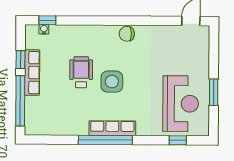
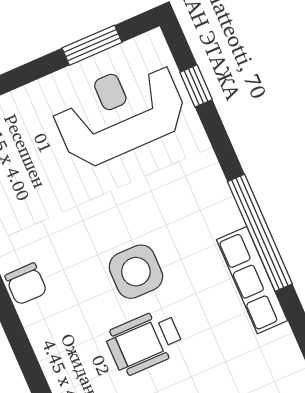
window: (214, 92) -> (92, 45), moved
row of seats: (112, 128) -> (252, 280), moved

